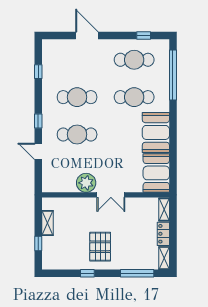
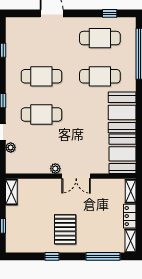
plant: (47, 167) -> (11, 147), added
plant: (86, 183) -> (55, 169), width x0.53, depth x0.53
shelving: (48, 223) -> (11, 192), moved

